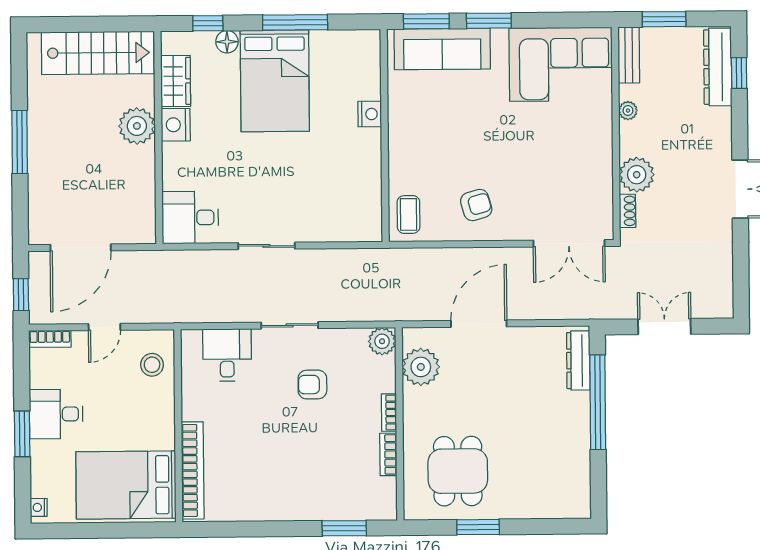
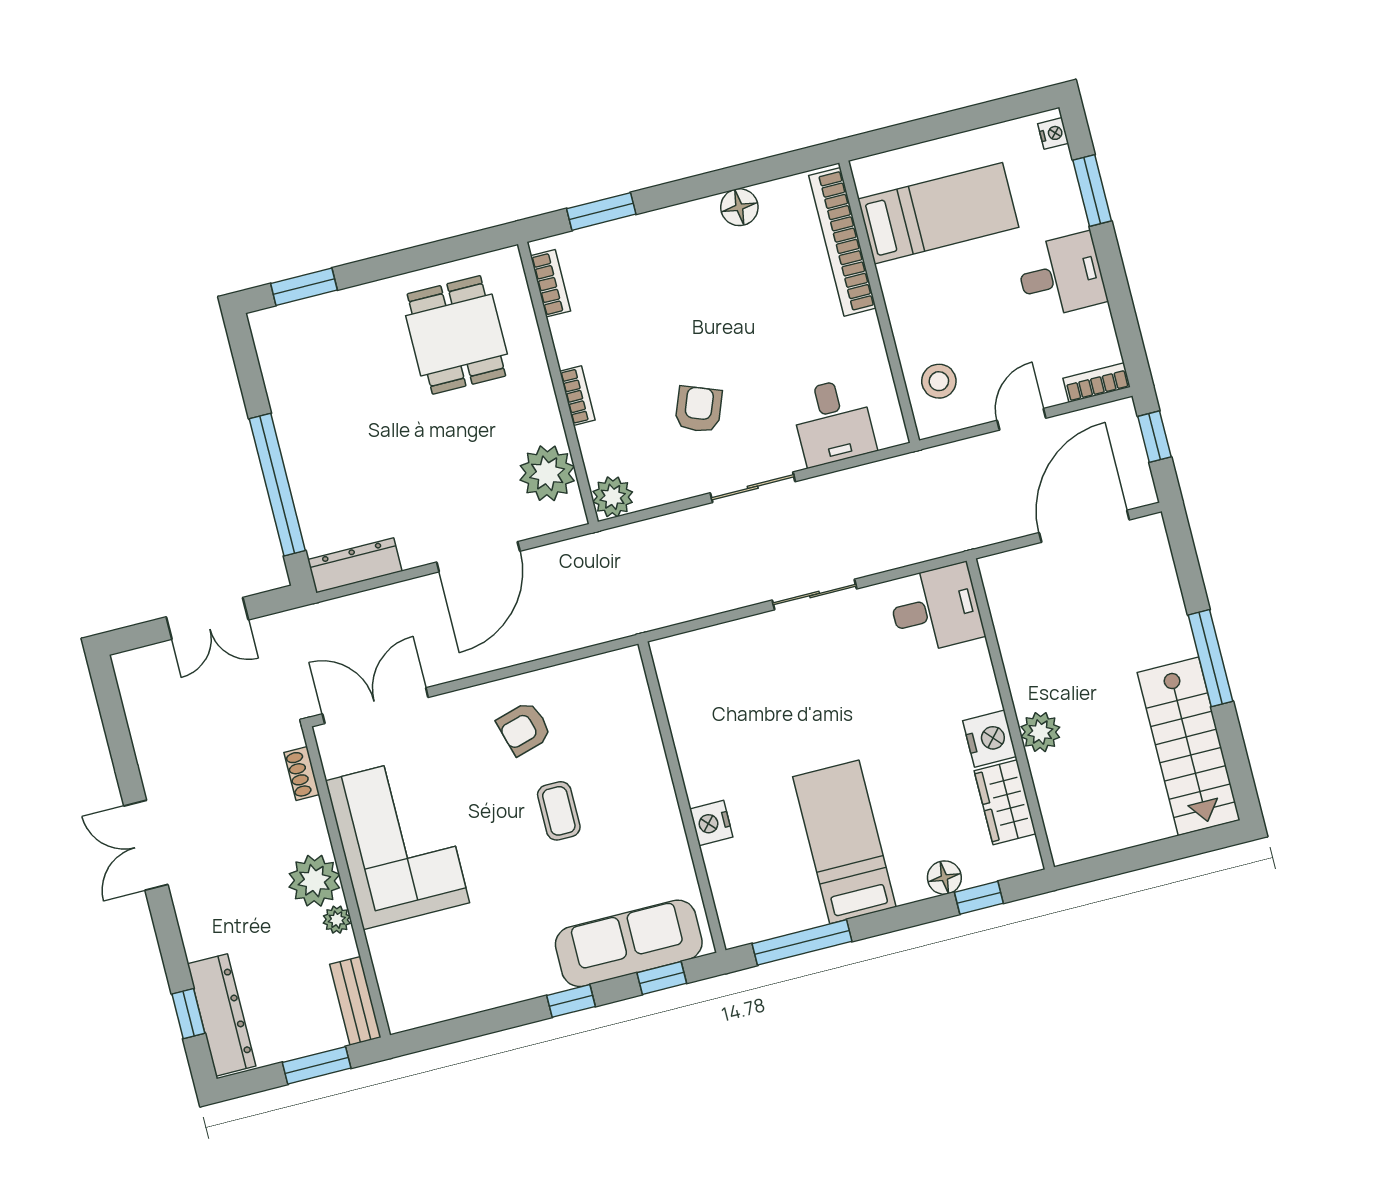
window: (426, 21) -> (662, 978), width x0.67
window: (489, 21) -> (571, 1001), width x0.67
window: (295, 22) -> (802, 942), moved
stairs: (98, 53) -> (1189, 746), moved, turned -90
corner sofa: (561, 64) -> (397, 842), moved, turned 90
bed: (275, 81) -> (844, 842), width x0.67
plant: (137, 126) -> (1040, 732), width x0.73, depth x0.73
plant: (637, 175) -> (314, 881), moved
coffee table: (409, 214) -> (559, 811), moved
dresser: (578, 360) -> (355, 565), moved, turned -90
armchair: (312, 385) -> (699, 409), turned -69
window: (22, 434) -> (1092, 190), moved
bookcase: (388, 454) -> (550, 283), moved
bed: (126, 485) -> (938, 213), width x0.67
floor lamp: (254, 509) -> (739, 207), added
window: (478, 527) -> (304, 287), moved

